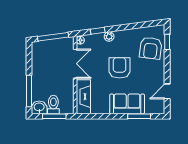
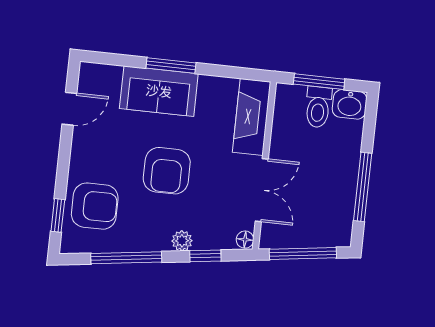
window: (134, 26) -> (126, 258), added
armchair: (151, 48) -> (95, 206), turned 83
double door: (75, 64) -> (262, 190), swing flipped
window: (29, 91) -> (363, 187), moved
window: (139, 116) -> (171, 65), moved

